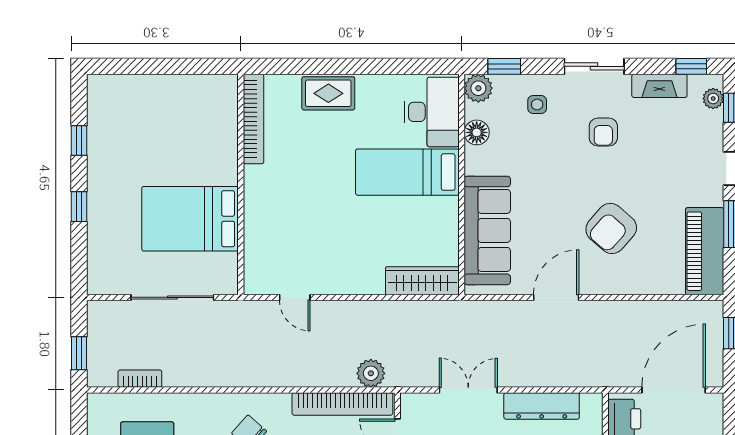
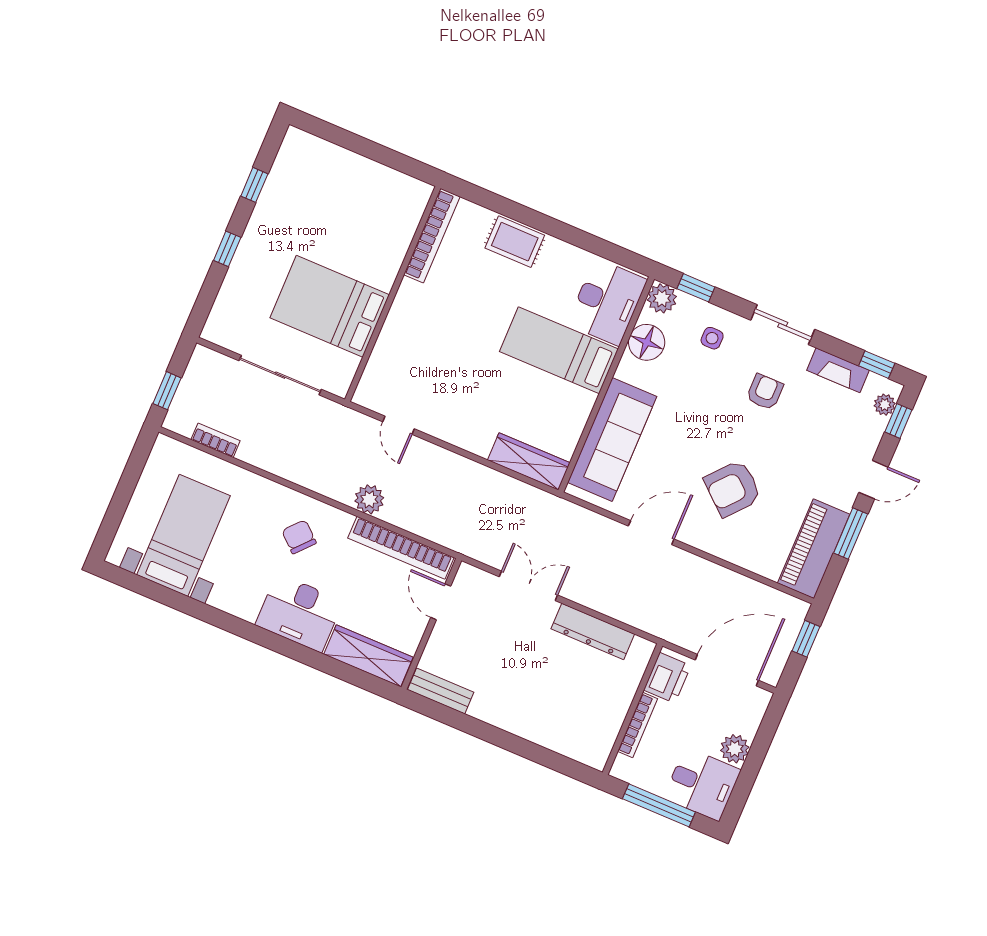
floor lamp: (477, 132) -> (647, 342), width x1.38, depth x1.38
armchair: (603, 132) -> (765, 392), turned 180
plant: (371, 373) -> (369, 499), moved

